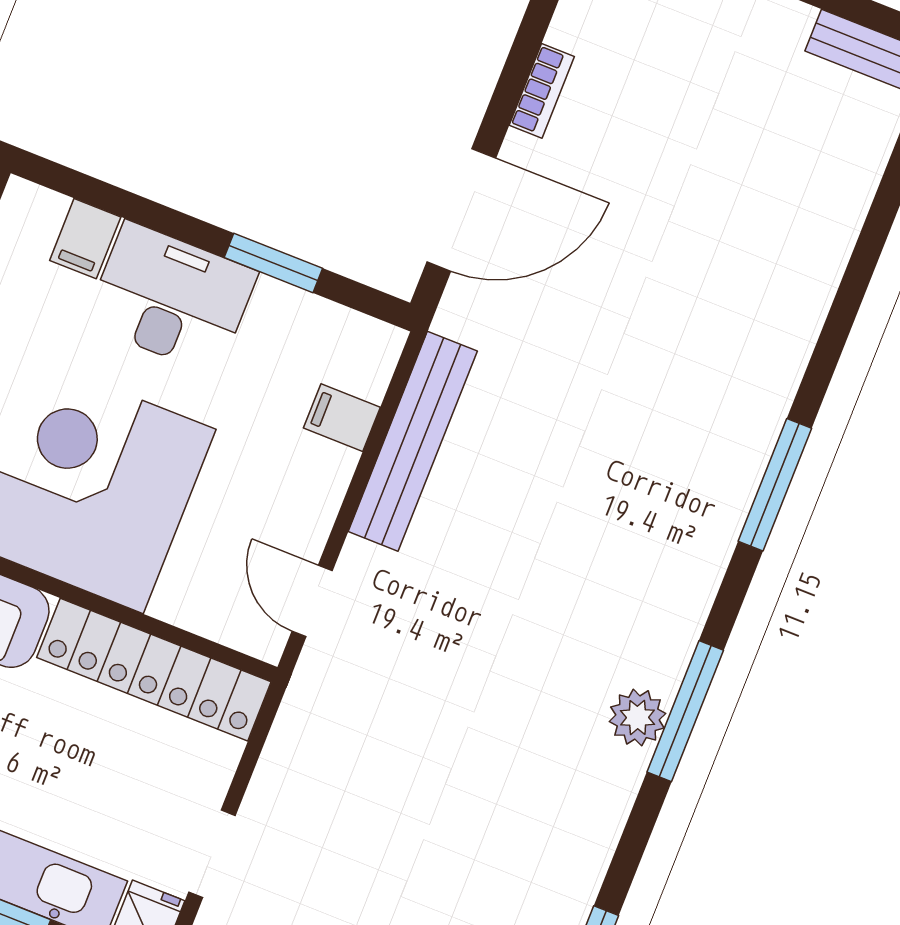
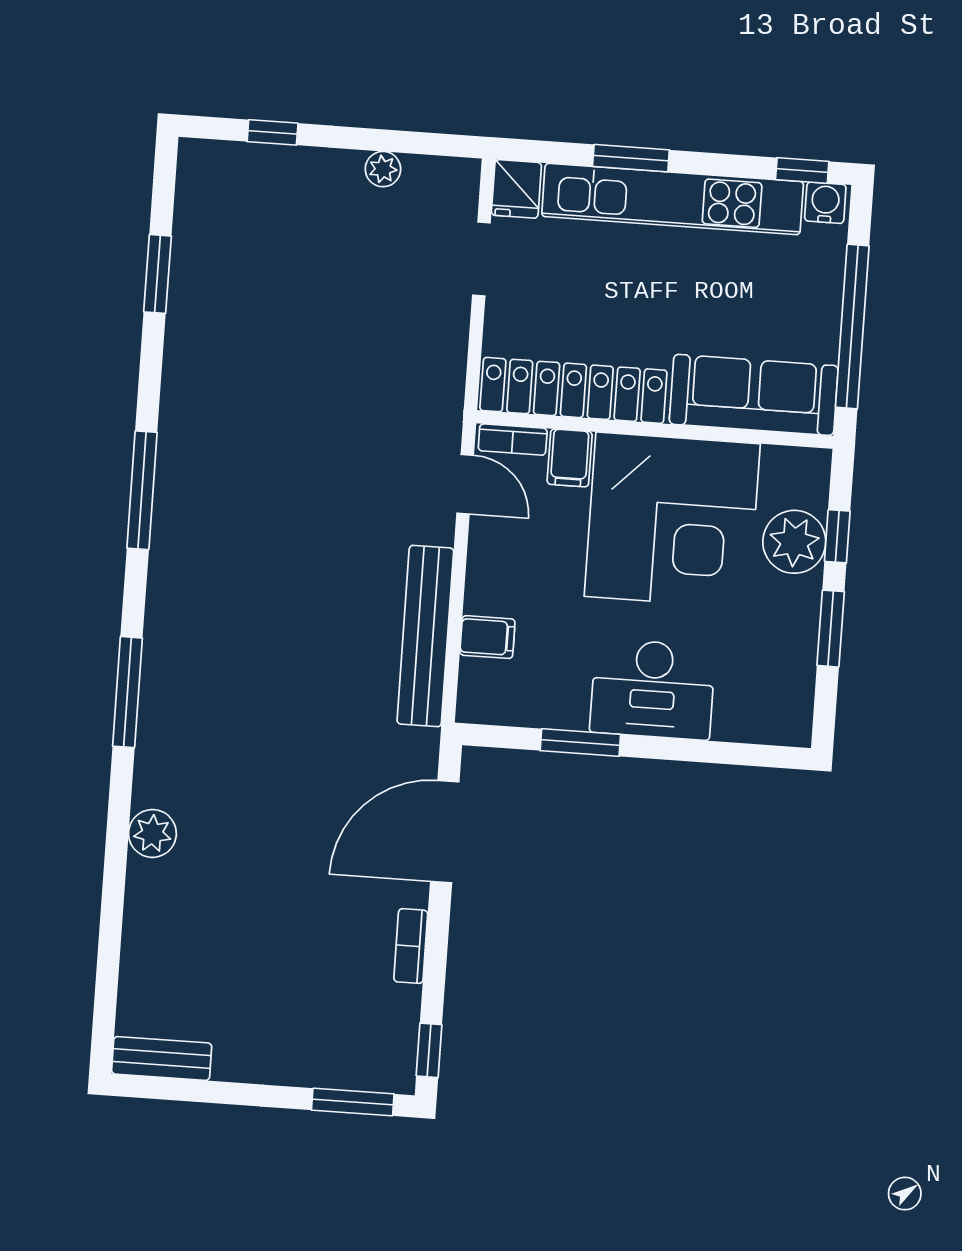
filing cabinet: (85, 239) -> (570, 458), moved, turned 180
bookcase: (241, 635) -> (513, 440), added
plant: (637, 717) -> (152, 833), moved

